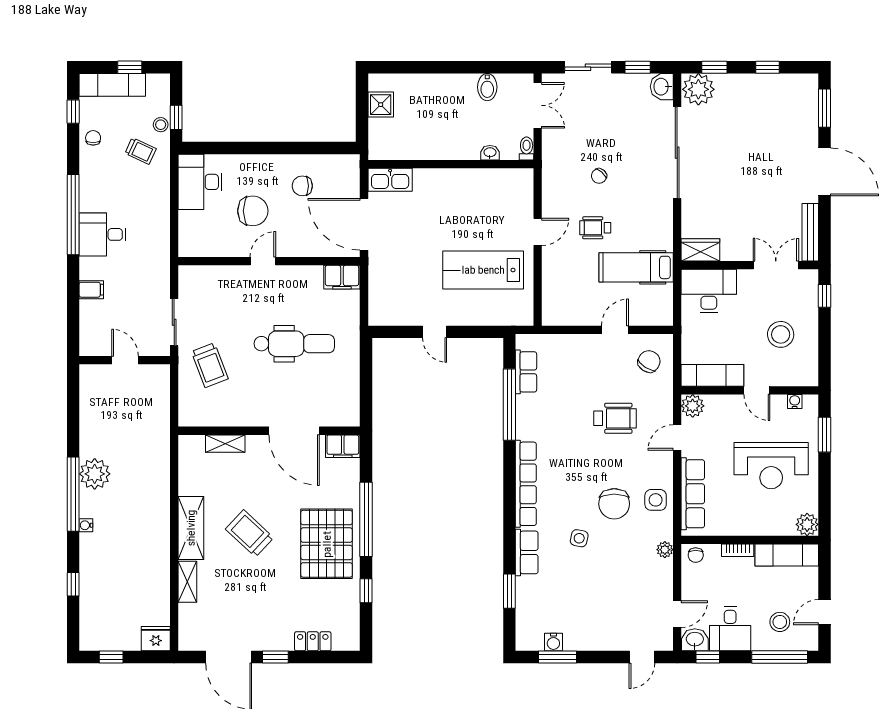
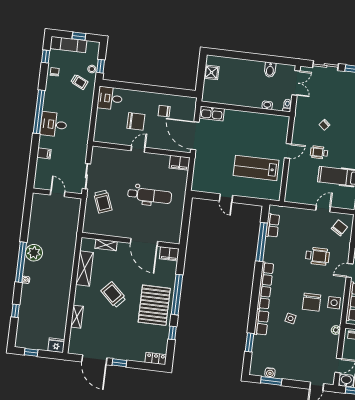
desk: (200, 182) -> (110, 98), width x0.73
shelving: (191, 528) -> (85, 268), moved
locker: (313, 641) -> (156, 359), moved

